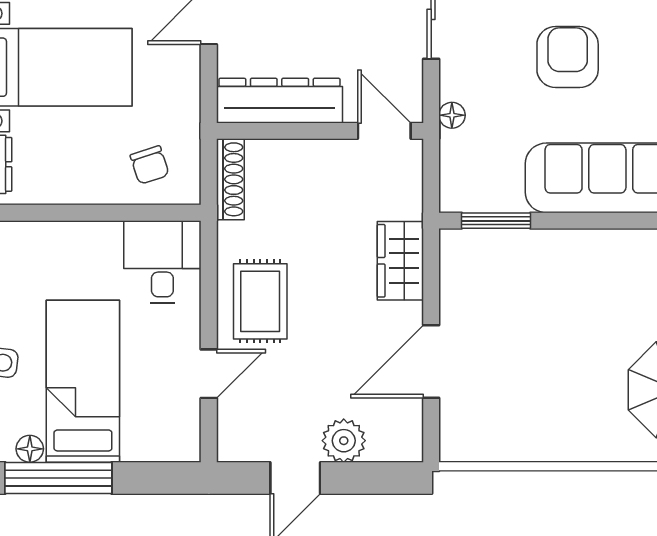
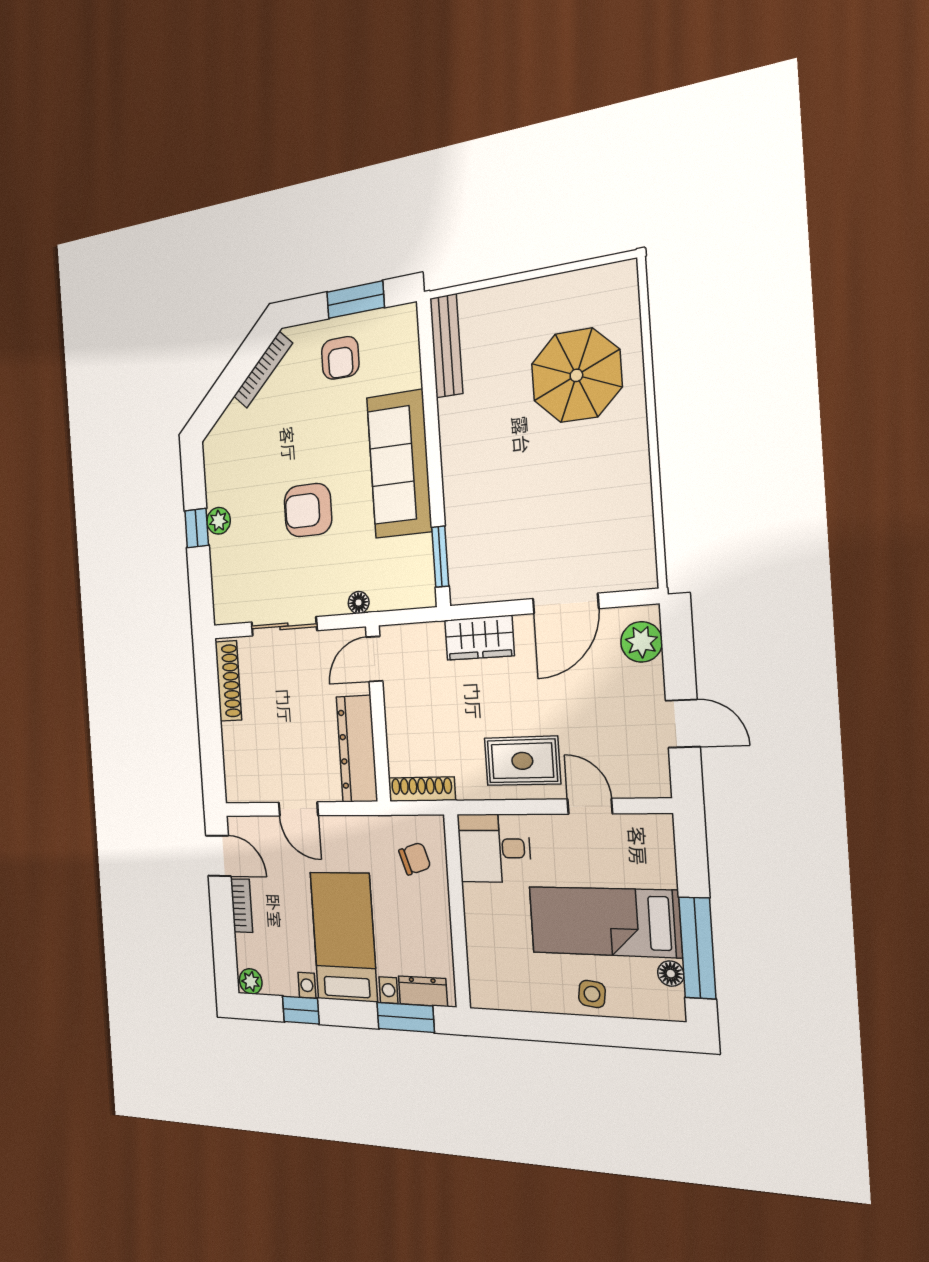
door: (431, 362) -> (565, 604), hinge flipped
plant: (344, 441) -> (641, 642), moved

